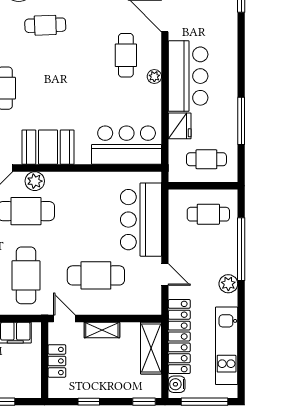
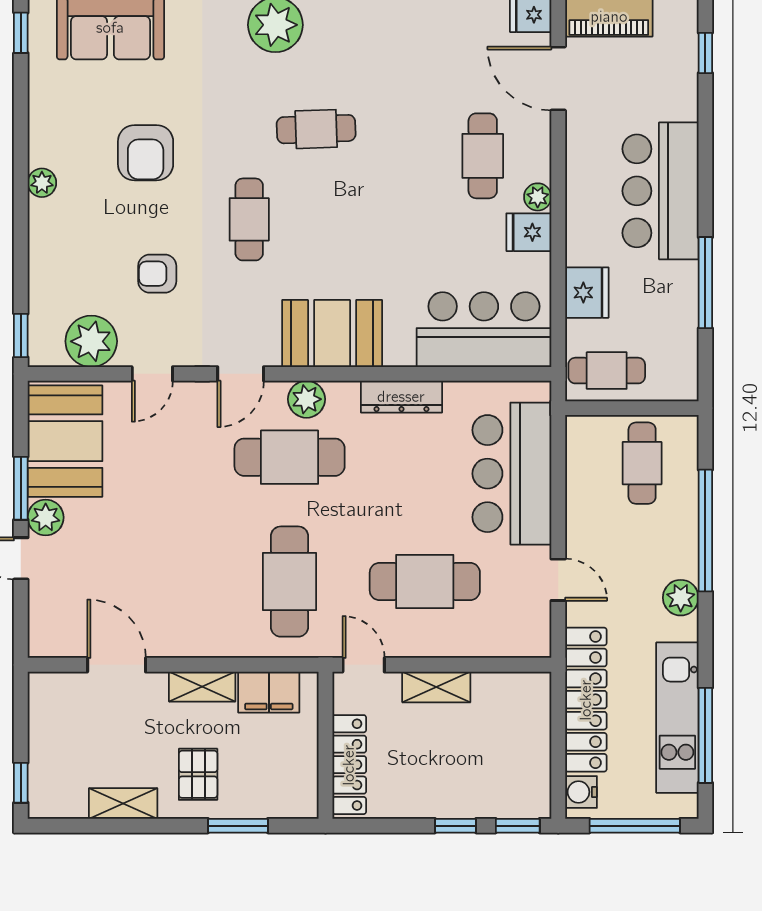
cafe table: (45, 25) -> (316, 129), moved
bar counter: (188, 76) -> (661, 191), moved, turned 180
fridge: (150, 95) -> (529, 232), added
cafe table: (206, 159) -> (607, 371), moved
dresser: (84, 180) -> (401, 397), added
cafe table: (208, 214) -> (642, 463), turned 90
shelving: (151, 348) -> (531, 722), removed
window: (241, 355) -> (705, 735), added
locker: (57, 361) -> (349, 765), width x1.53
window: (89, 402) -> (456, 826), moved

